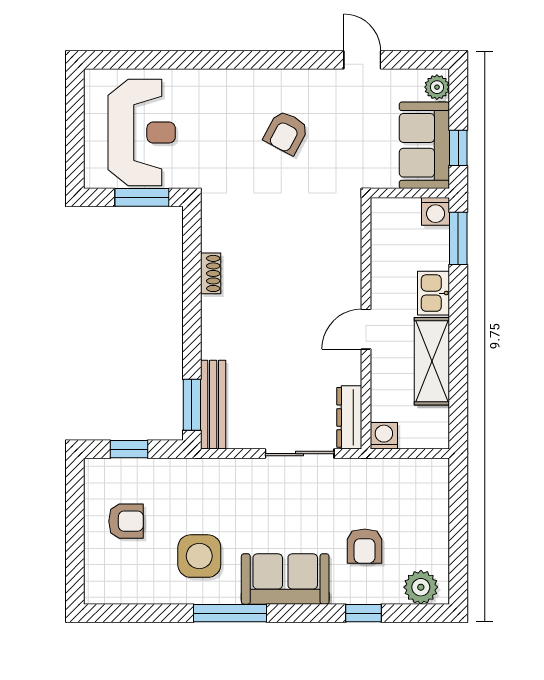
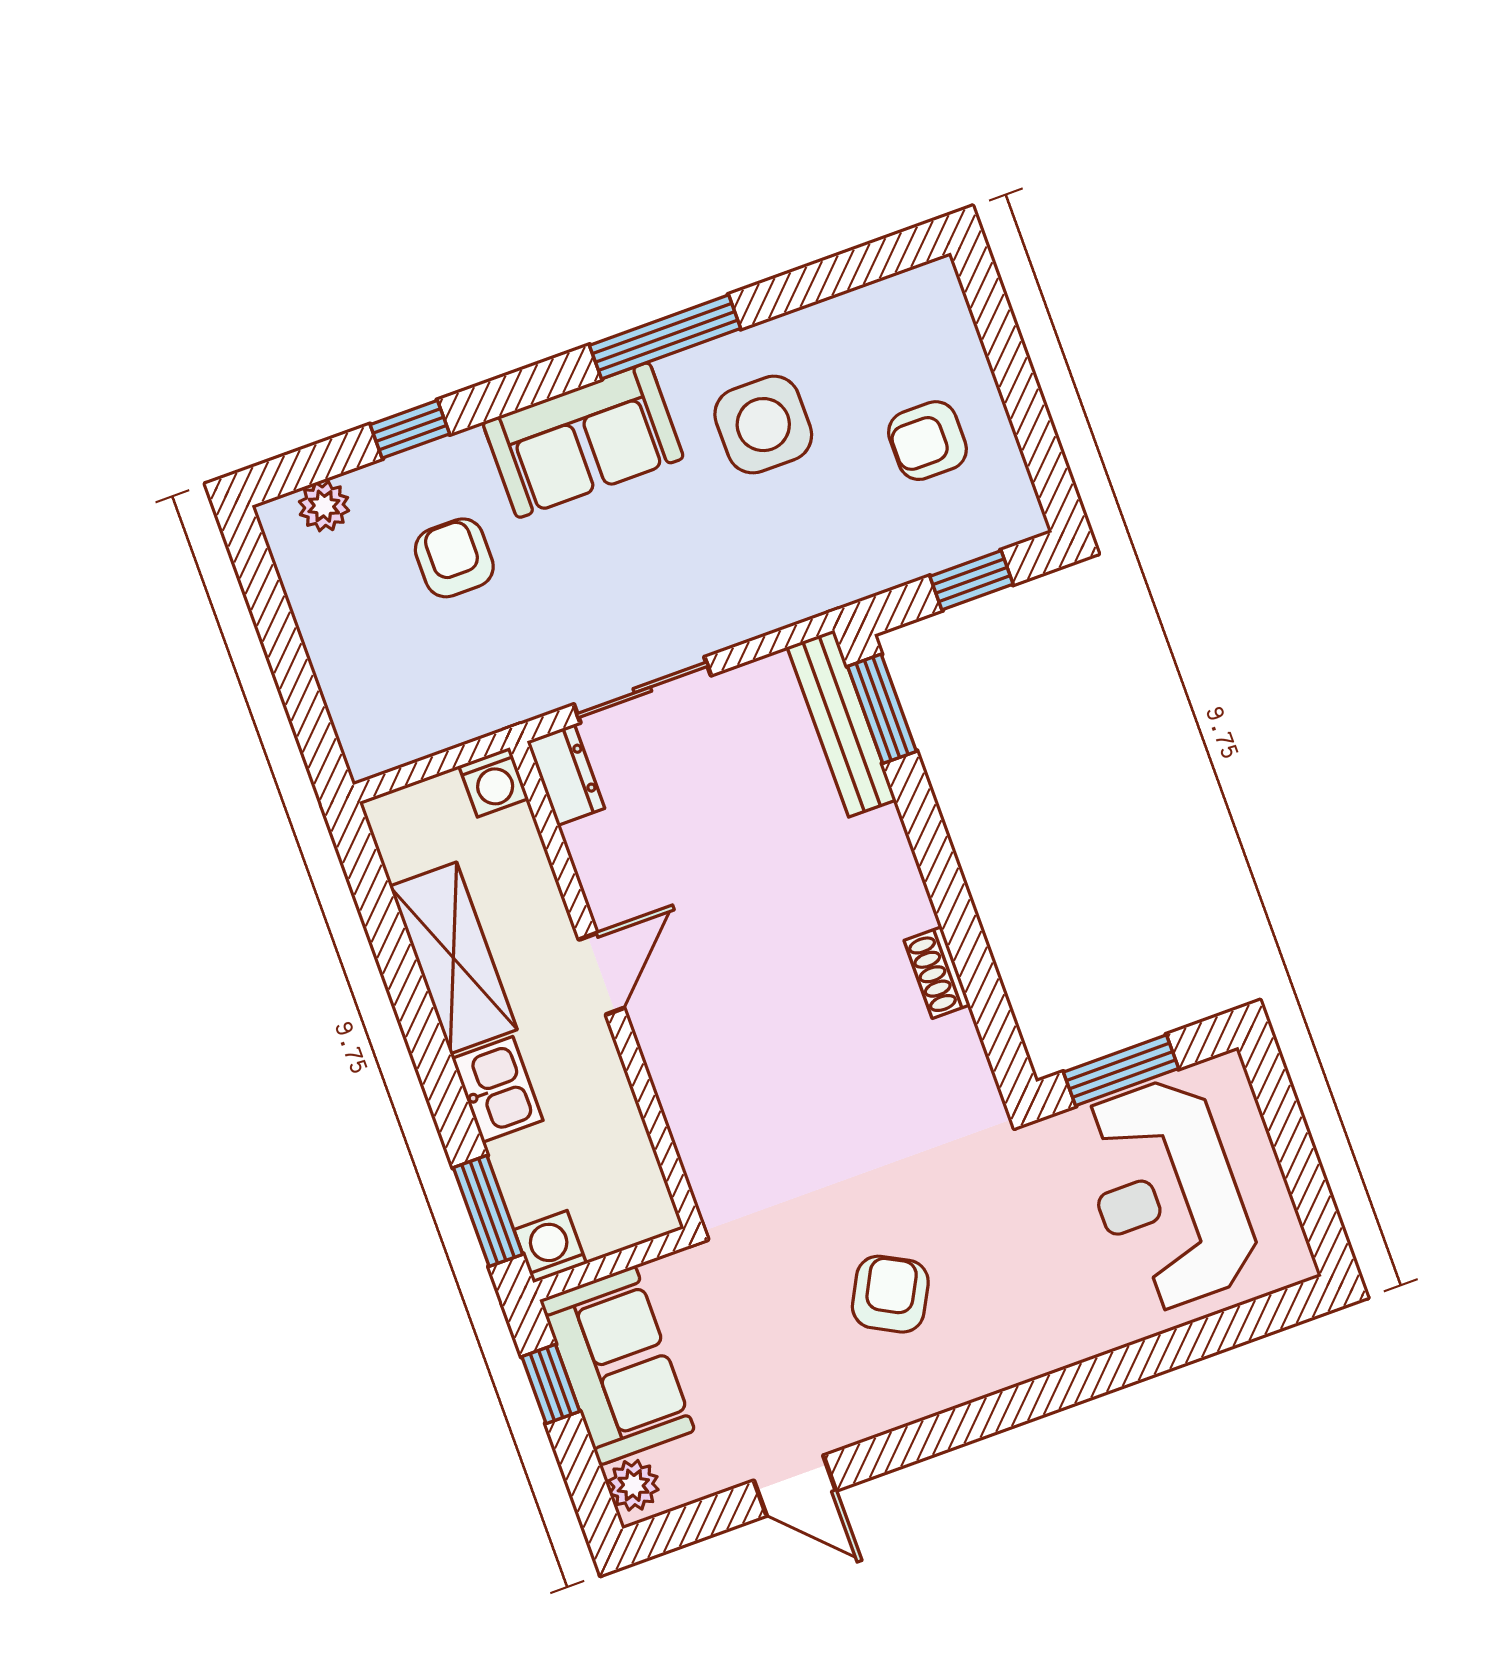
dresser: (349, 417) -> (566, 775), width x0.70
plant: (421, 587) -> (324, 506), width x0.73, depth x0.73

